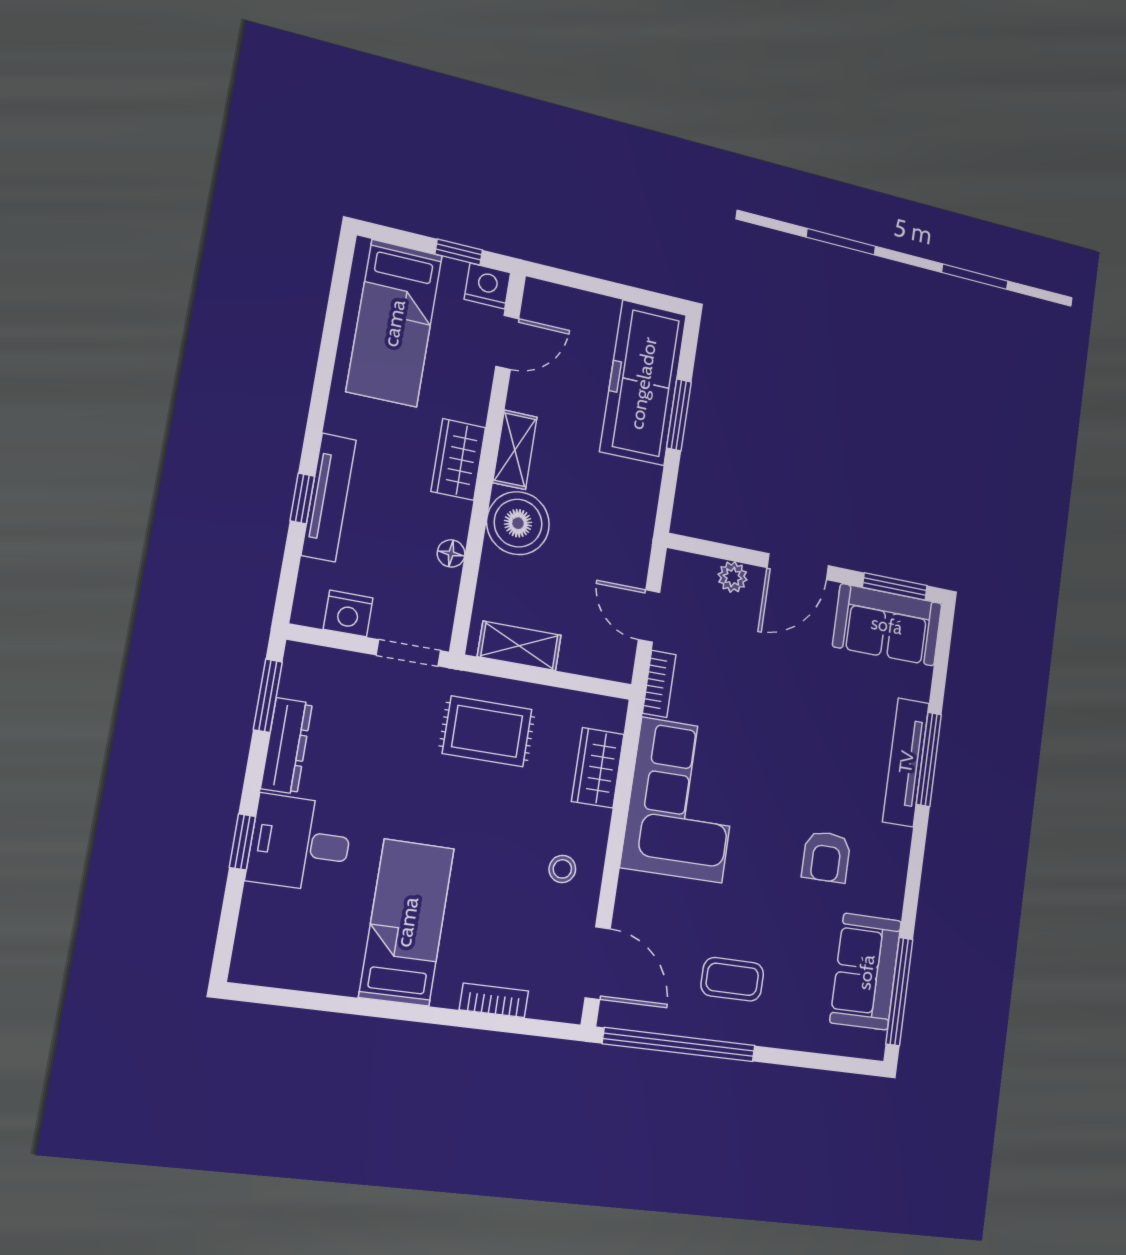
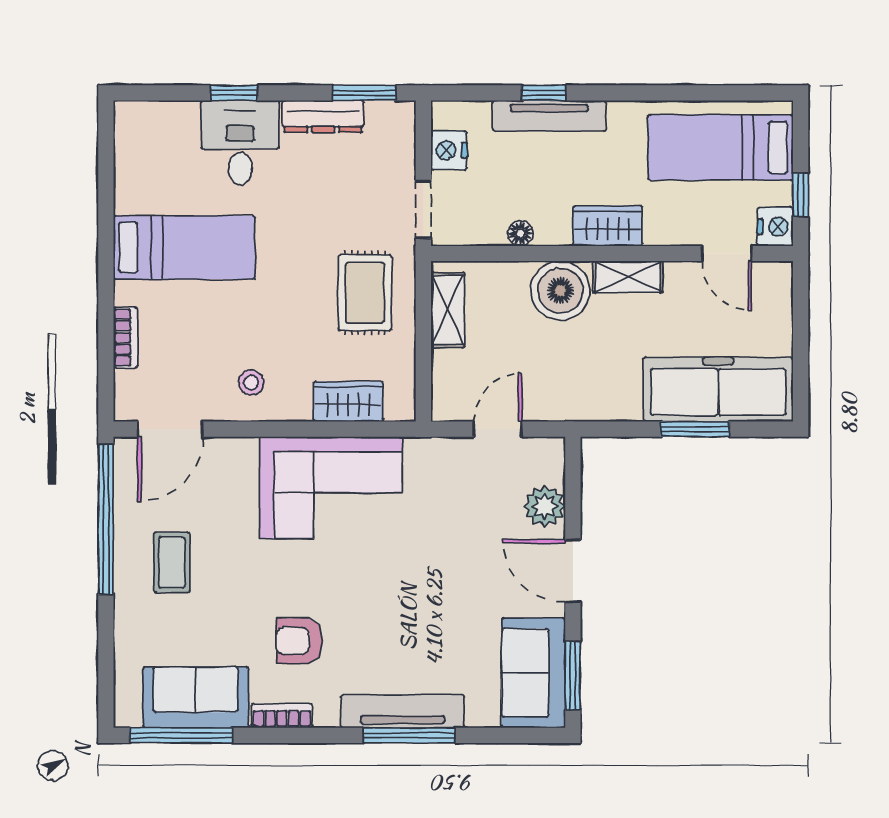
plant: (733, 577) -> (545, 506), width x1.38, depth x1.38
bookcase: (659, 684) -> (282, 716), moved, turned 180

